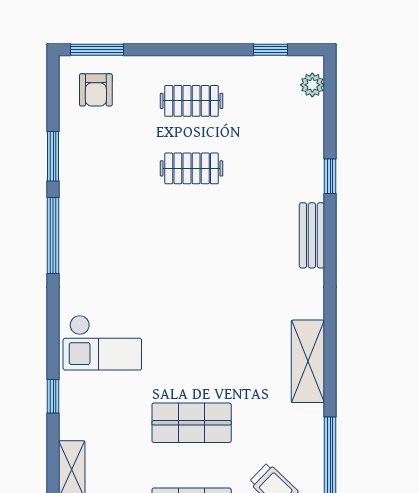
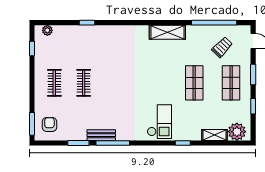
armchair: (96, 90) -> (49, 124), turned -90
bench: (312, 235) -> (101, 135), moved

